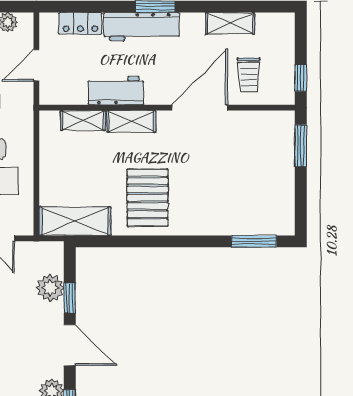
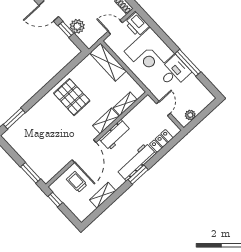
workbench: (116, 91) -> (115, 135), moved
shelving: (75, 221) -> (108, 62), moved, turned 90

